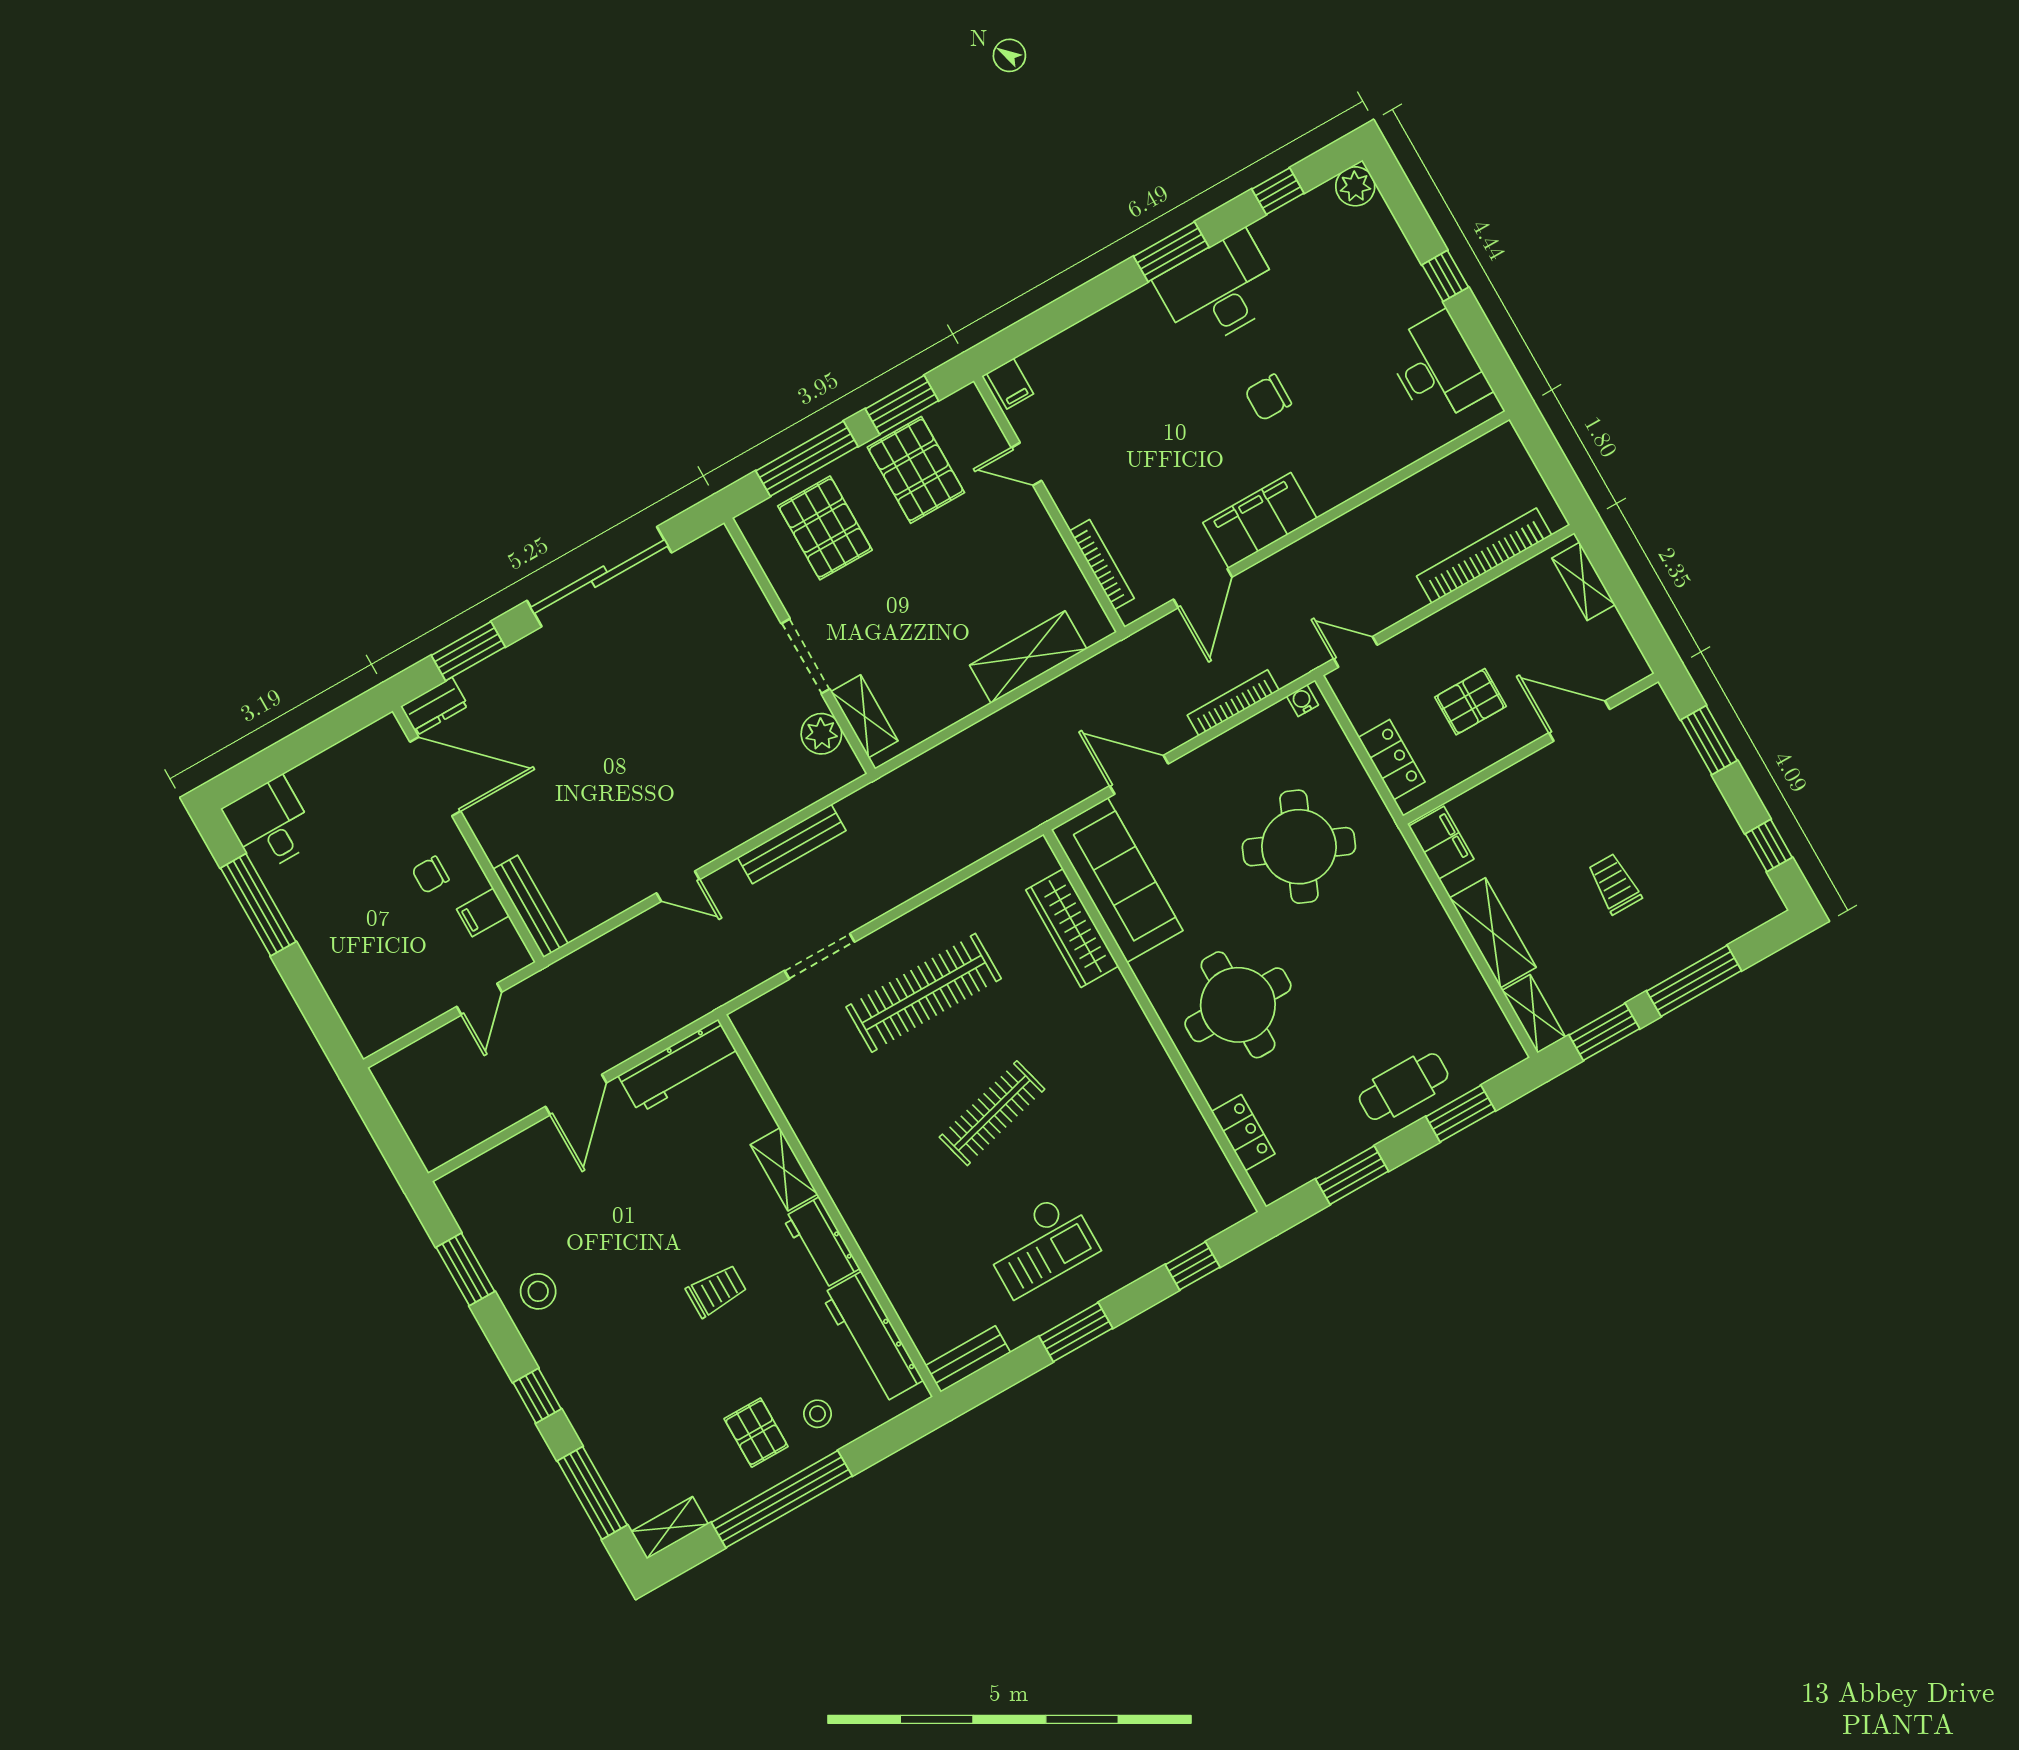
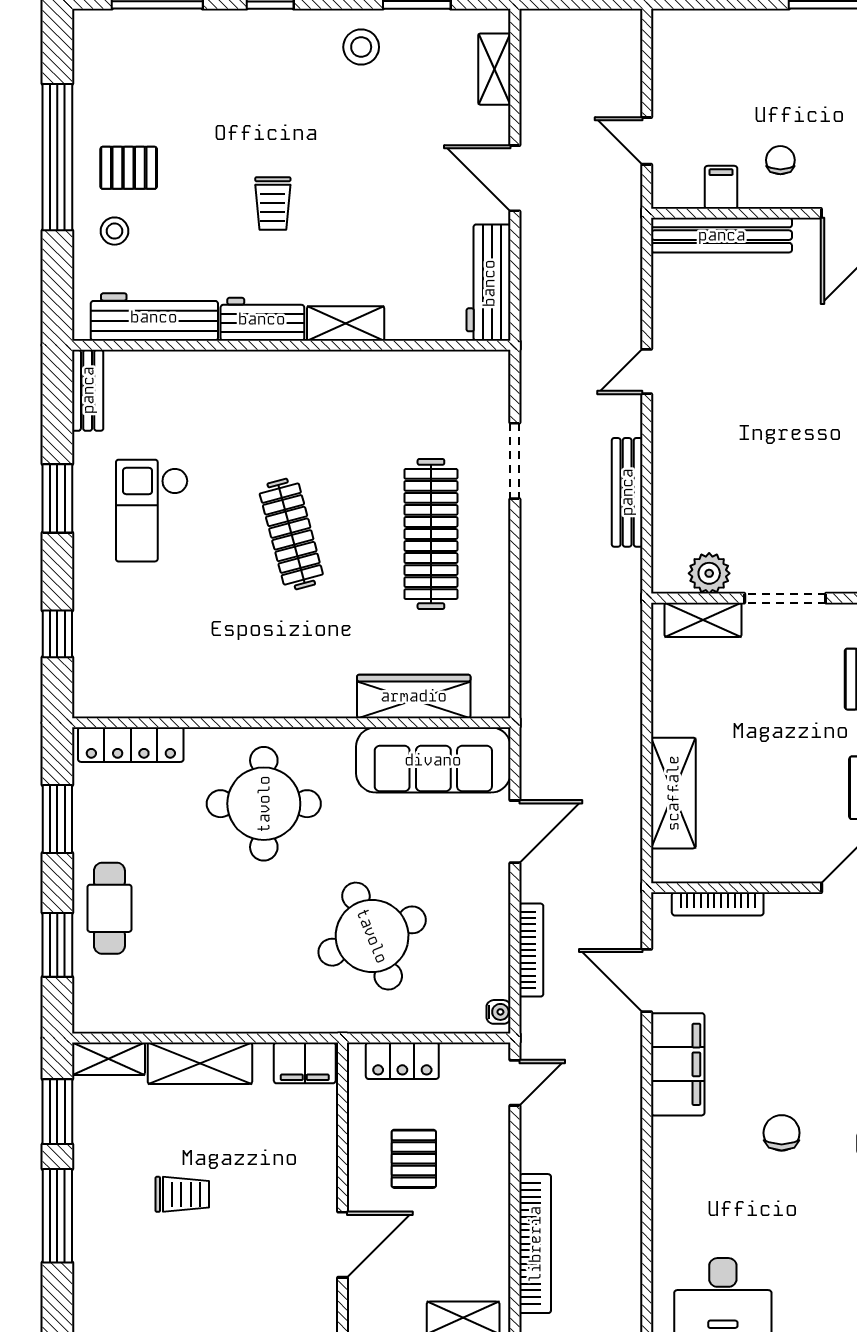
round table: (1299, 847) -> (372, 936), turned 45
bench: (530, 906) -> (722, 235), width x1.37, depth x1.21
locker: (1243, 1133) -> (131, 745), width x1.53
shelving: (670, 1528) -> (494, 69), moved

